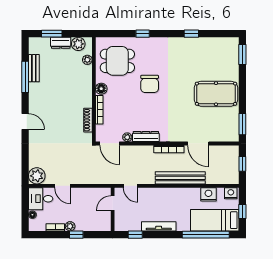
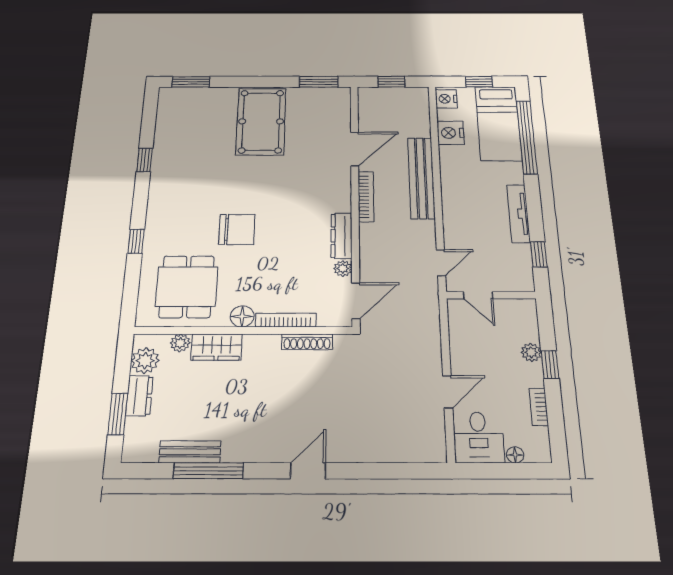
wardrobe: (85, 77) -> (217, 347), added
plant: (37, 176) -> (428, 446), removed
plant: (70, 226) -> (531, 352), moved

